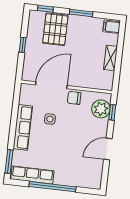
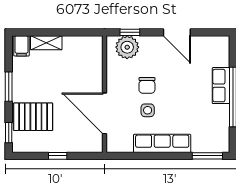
shelving: (110, 58) -> (46, 43), moved
chair: (74, 98) -> (147, 85), moved
row of seats: (32, 175) -> (221, 86), moved, width x0.68

